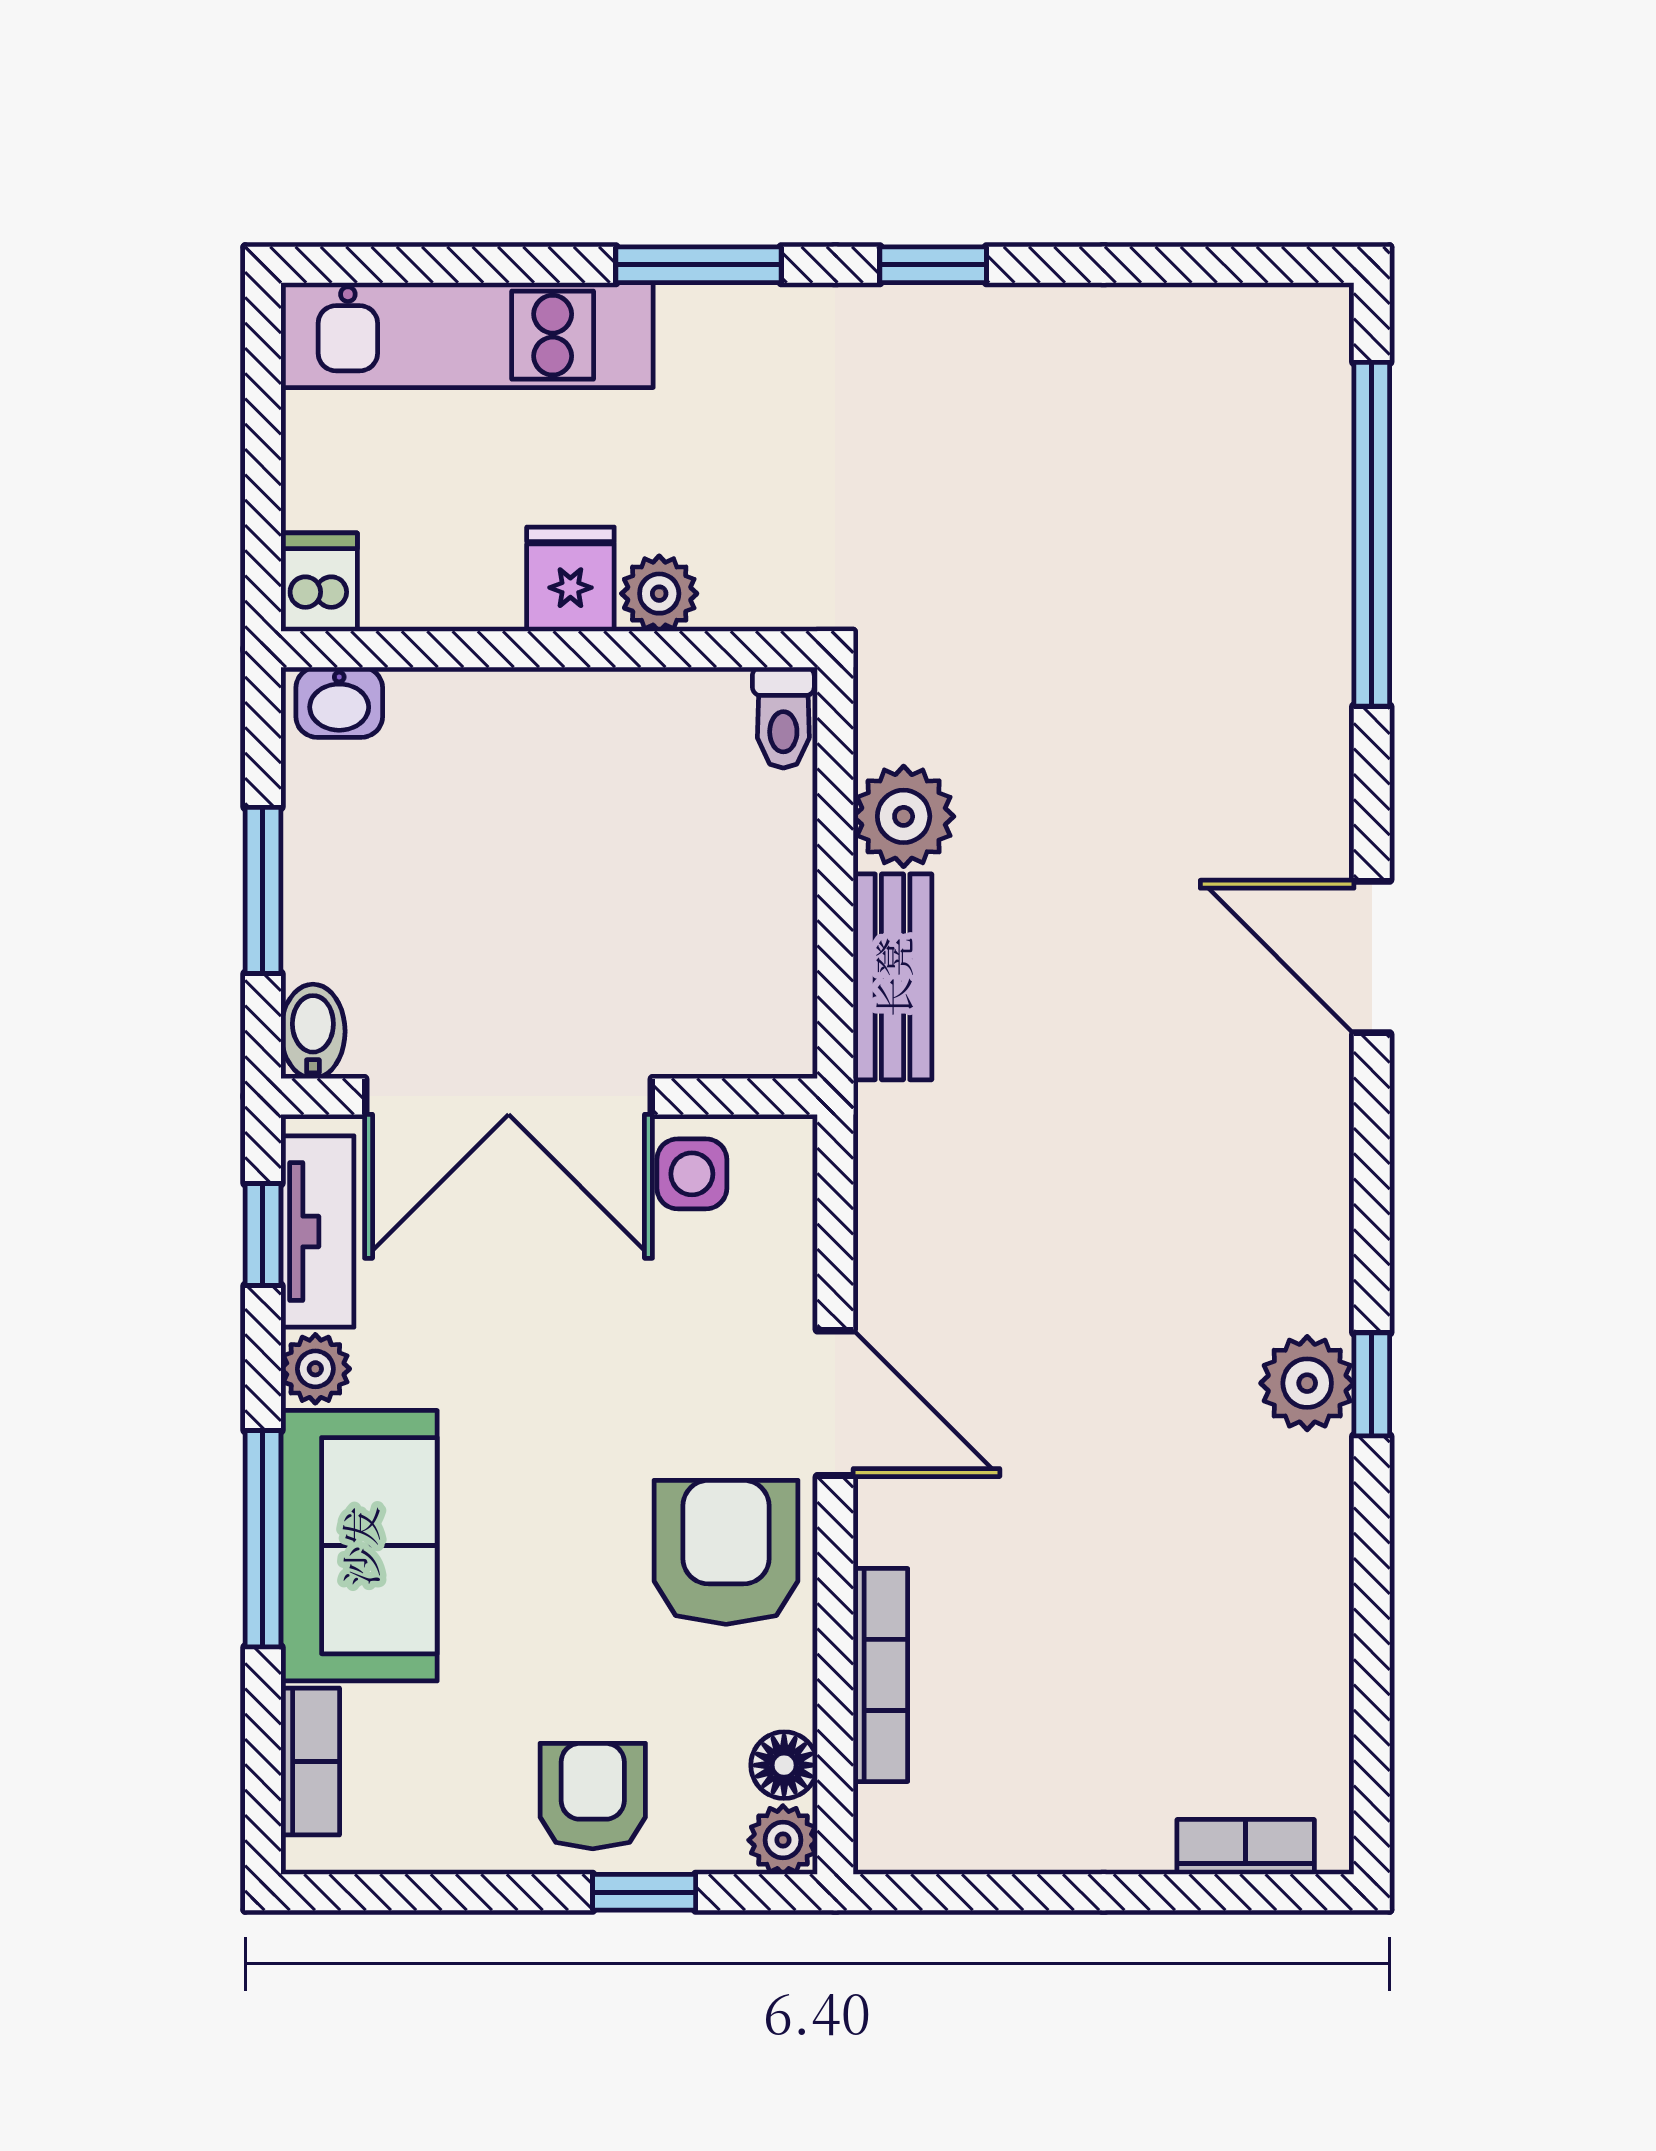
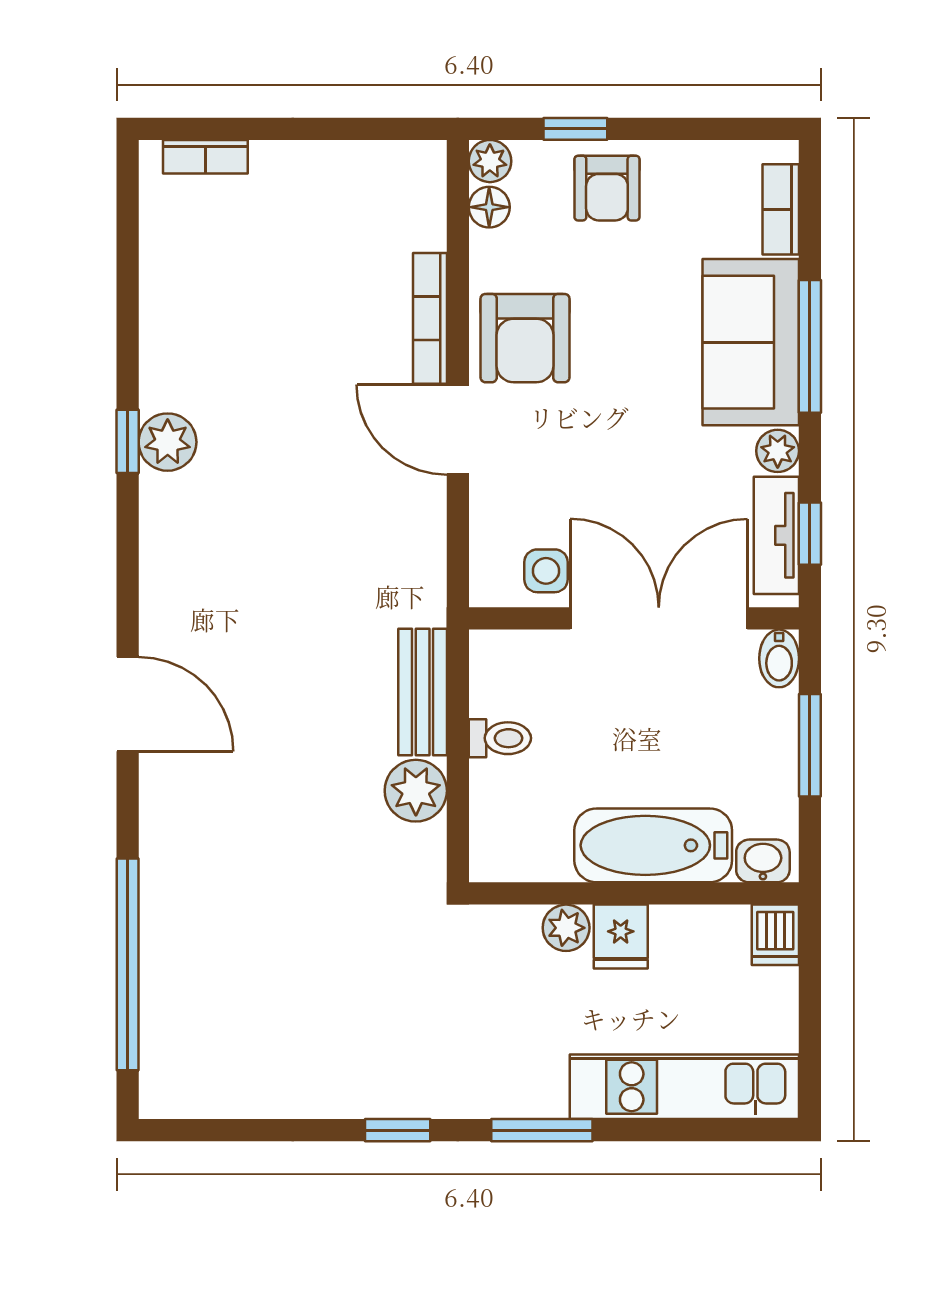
toilet: (783, 718) -> (500, 738), moved, turned 90
bathtub: (518, 728) -> (653, 845), added
bookcase: (880, 1675) -> (430, 318), moved

